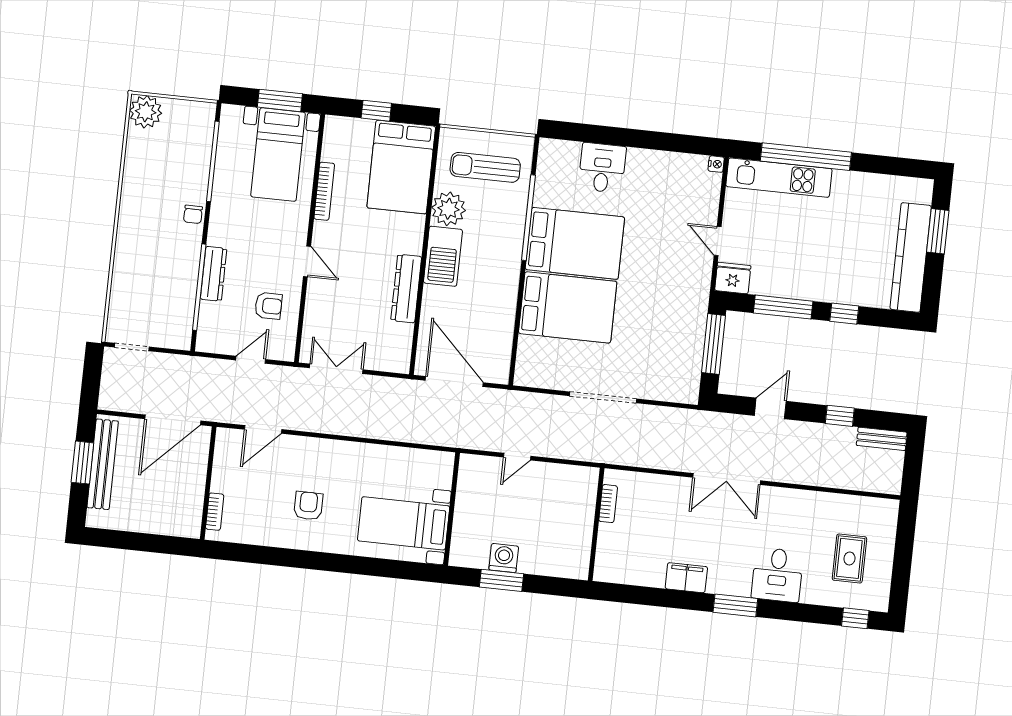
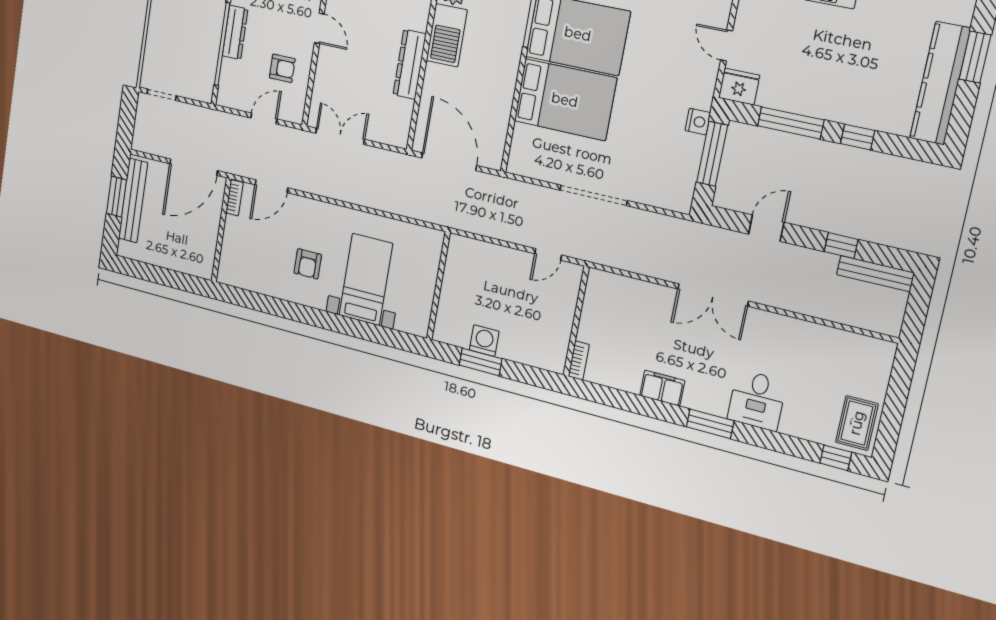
nightstand: (697, 315) -> (698, 122), added
bench: (882, 439) -> (875, 274), width x1.36
door: (517, 457) -> (548, 254), moved
bookcase: (608, 504) -> (579, 360), moved
armchair: (308, 506) -> (308, 264), turned 180
bookcase: (215, 512) -> (234, 198), moved
bed with nightstands: (404, 523) -> (366, 279), moved, turned 90
rug: (849, 558) -> (857, 423), moved

